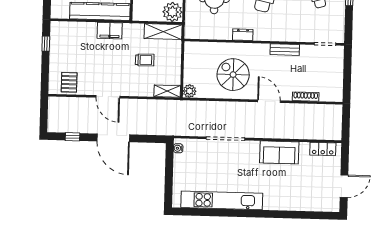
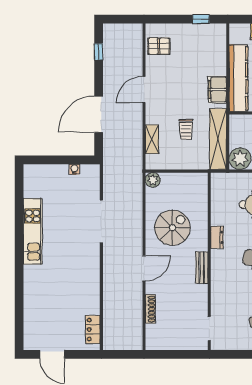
shelving: (163, 32) -> (218, 139), width x1.47
bench: (285, 50) -> (202, 268), moved
shelving: (167, 91) -> (152, 139), moved
door: (113, 138) -> (99, 114), moved
water cooler: (178, 148) -> (74, 169), moved
sofa: (279, 152) -> (88, 281), removed
kitchen unit: (222, 200) -> (33, 231), width x0.73

